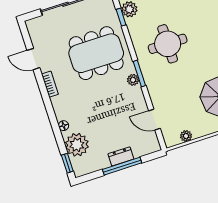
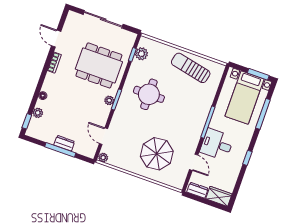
plant: (186, 136) -> (103, 158), moved
plant: (77, 145) -> (38, 113), width x0.53, depth x0.53

